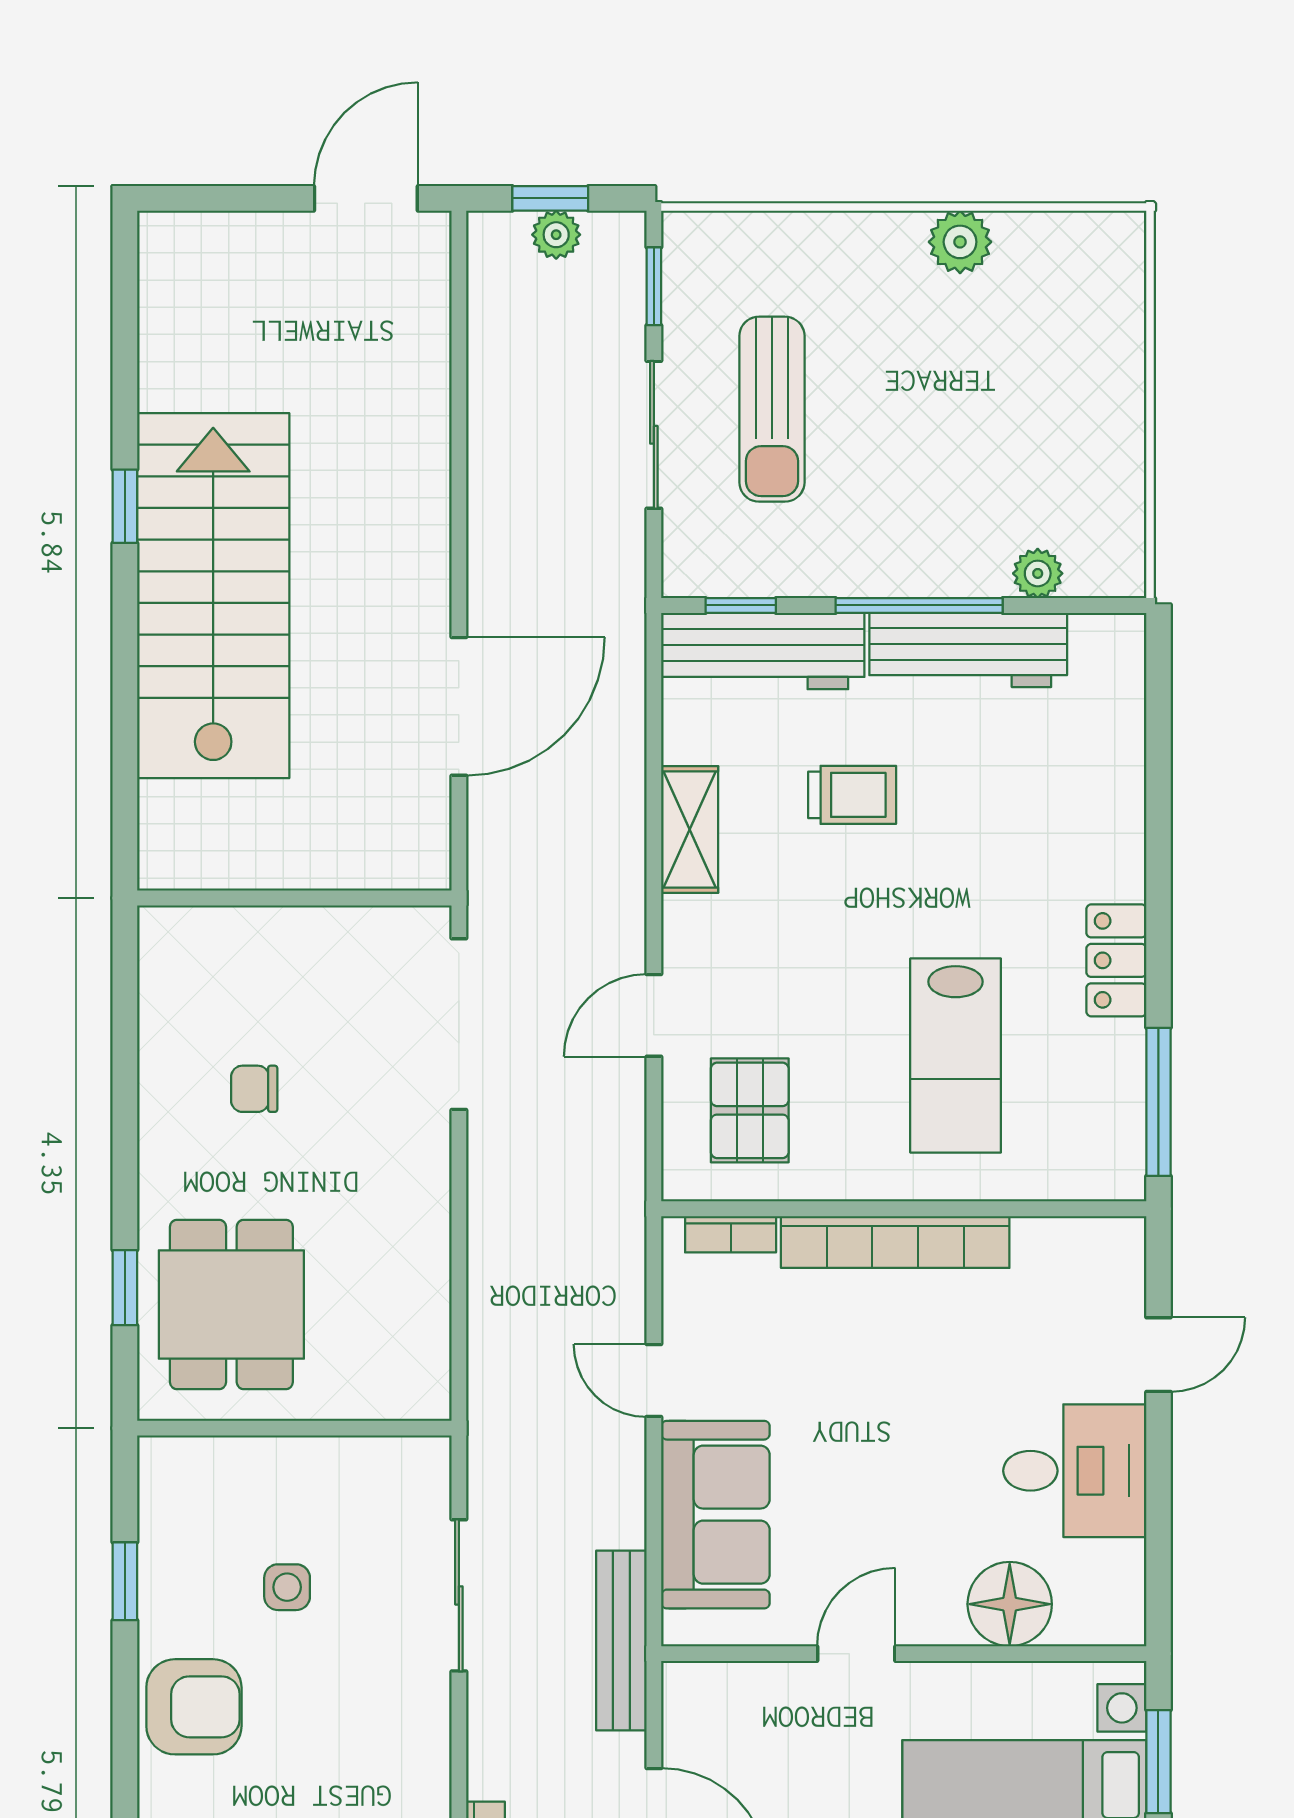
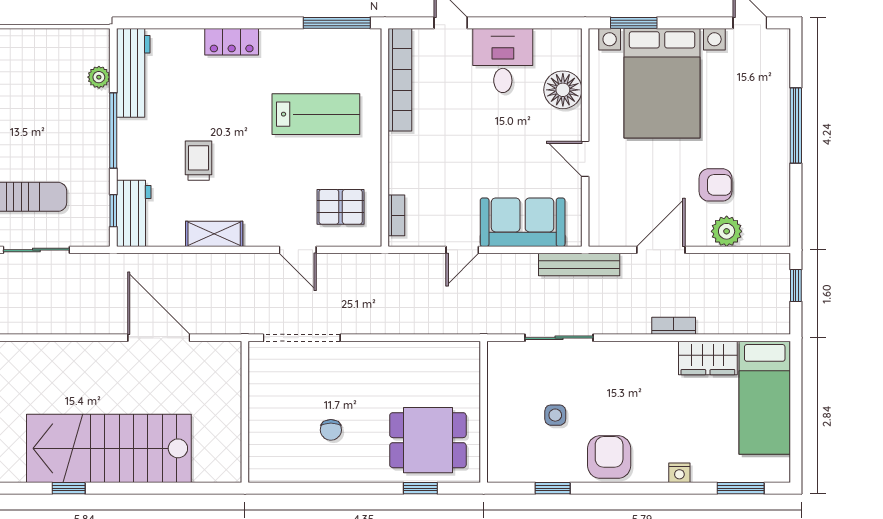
workbench: (968, 650) -> (133, 73), moved
workbench: (763, 651) -> (134, 213), width x0.73
locker: (1116, 960) -> (232, 42), moved
bookcase: (895, 1242) -> (400, 80), moved

